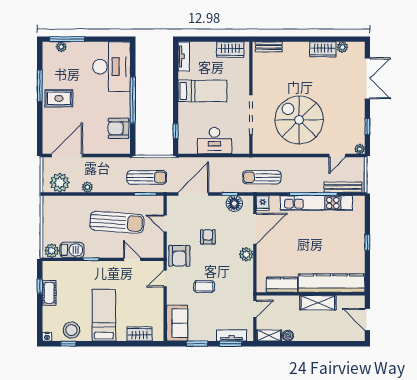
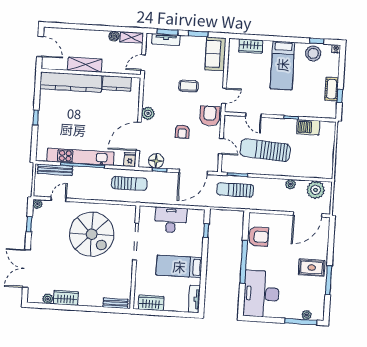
plant: (52, 251) -> (327, 128), removed

